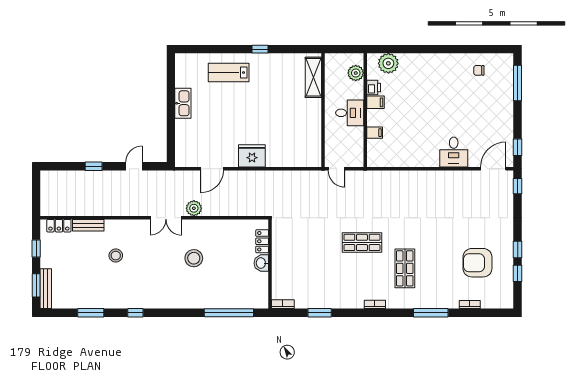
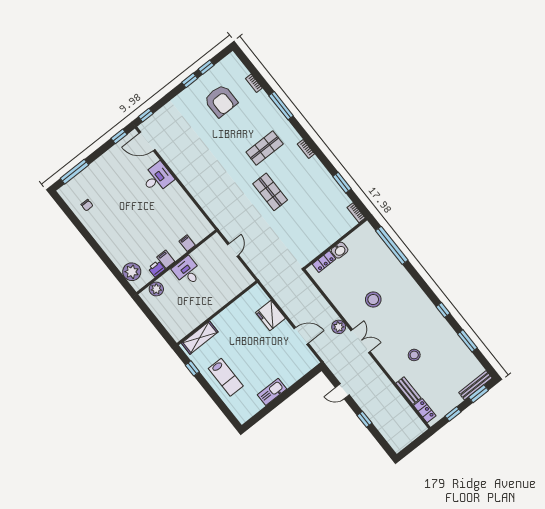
shelving: (313, 77) -> (200, 338), moved
wall: (323, 110) -> (217, 313), moved

